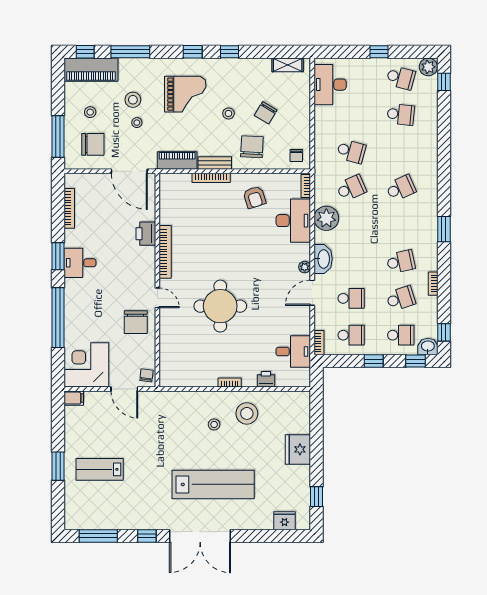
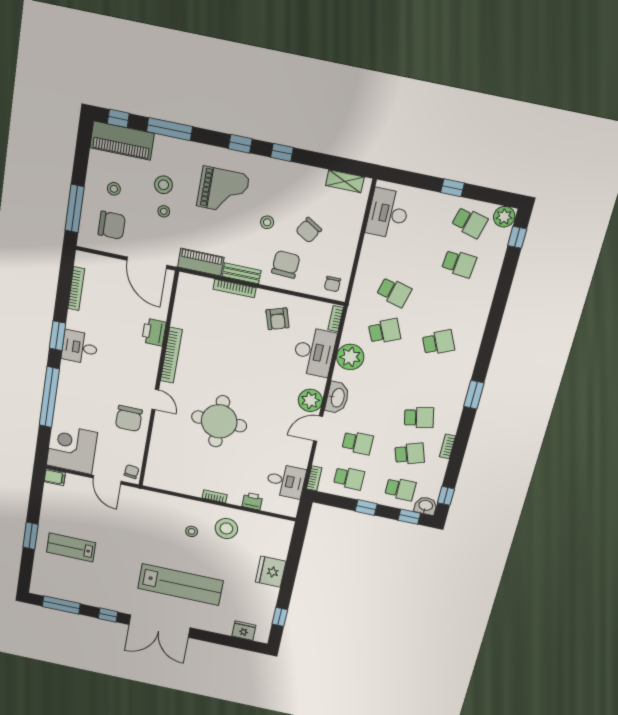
plant: (305, 267) -> (310, 400), width x1.87, depth x1.87

